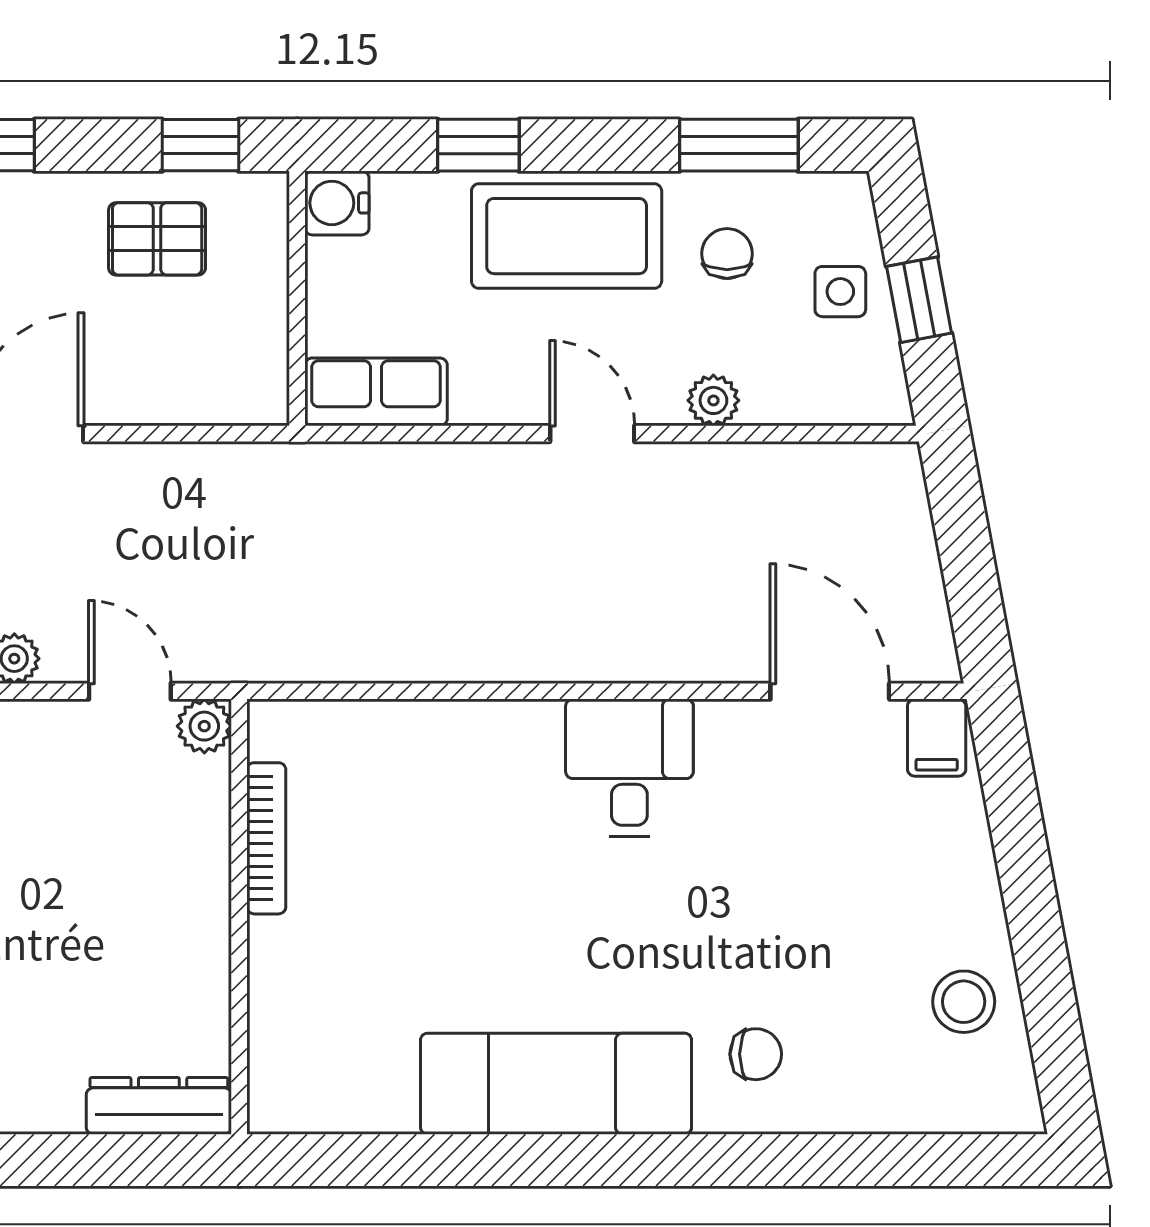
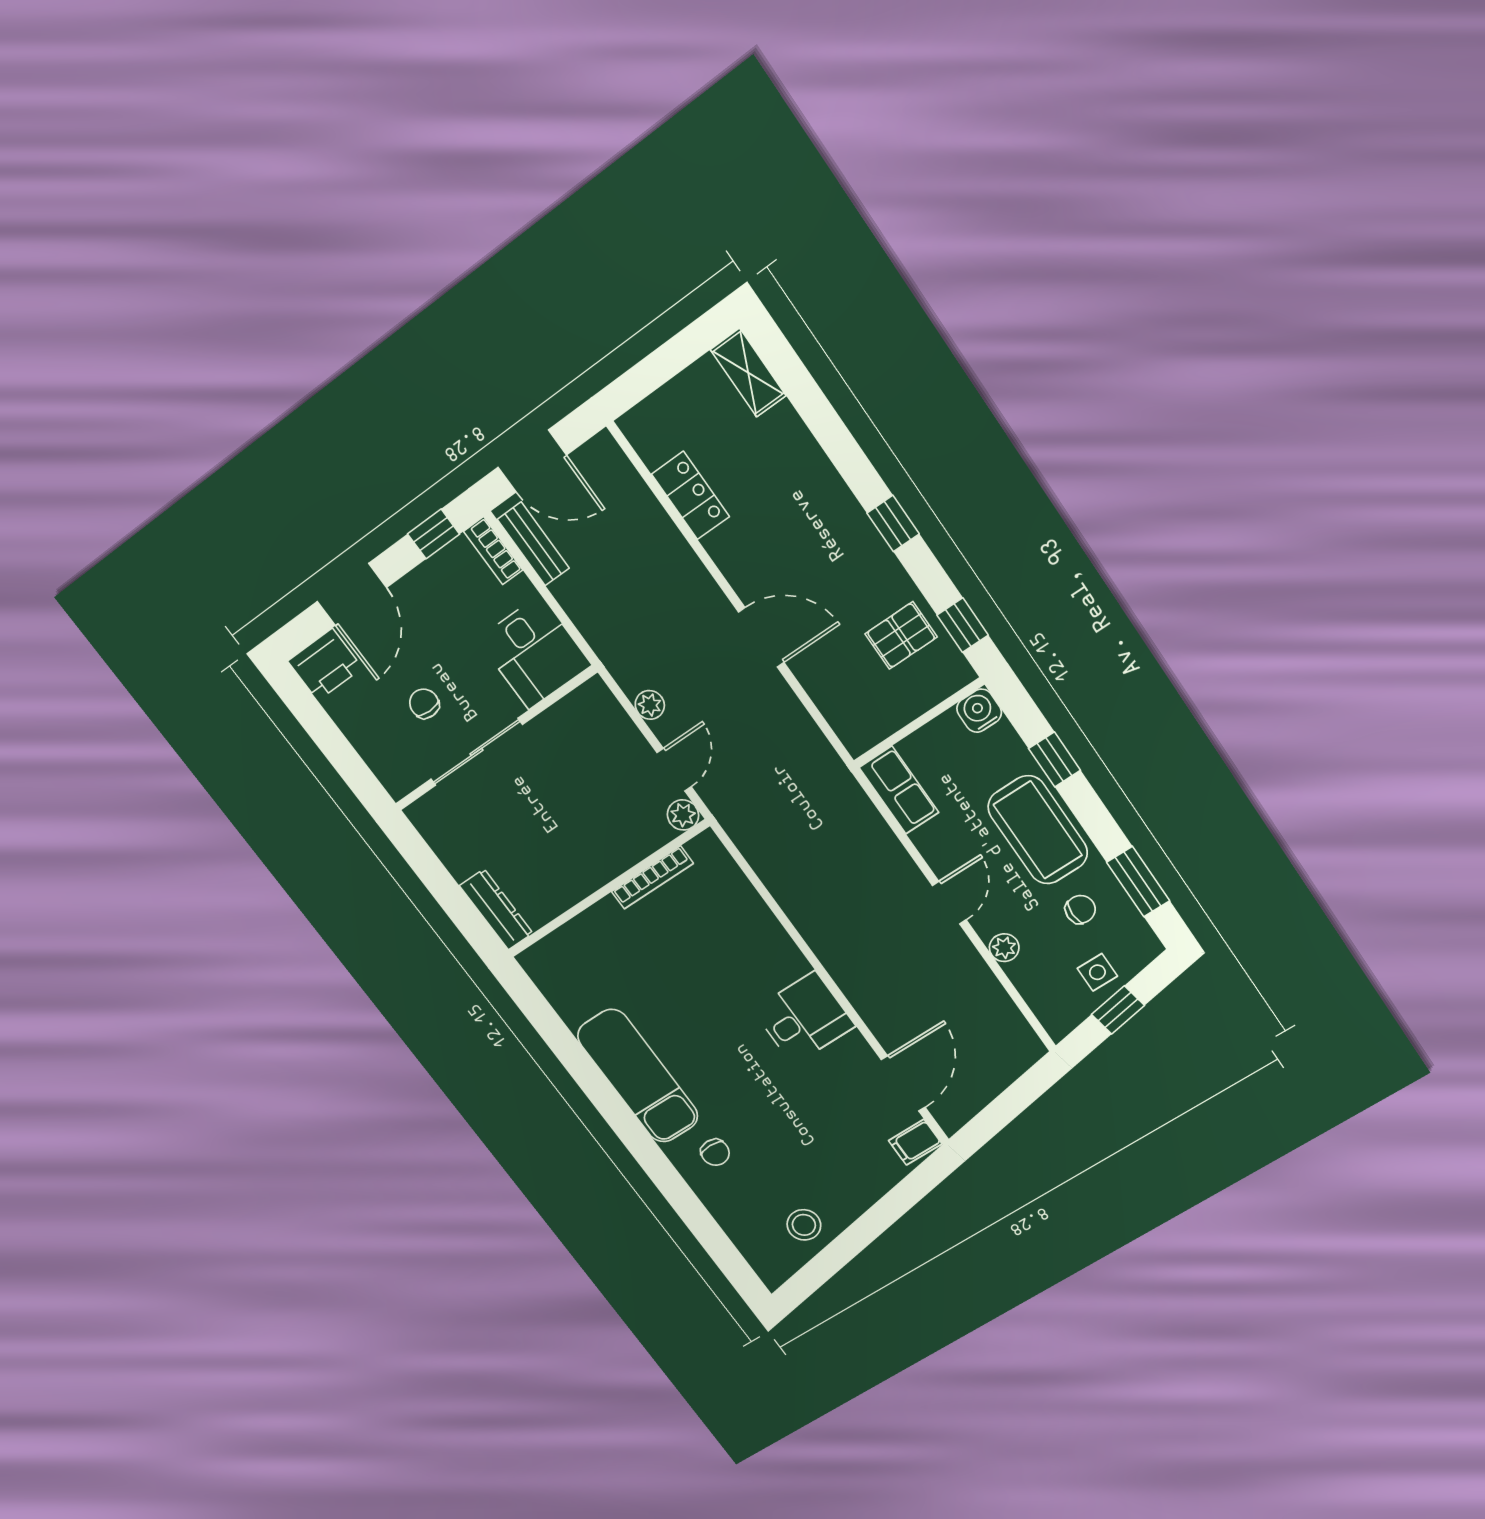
pallet: (157, 239) -> (901, 635), turned 90

